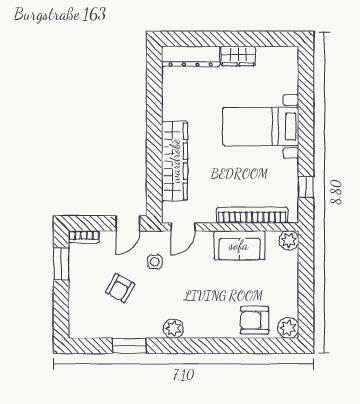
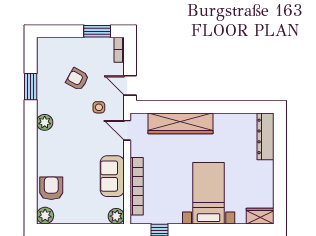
wardrobe: (238, 56) -> (260, 216), moved, turned 90

